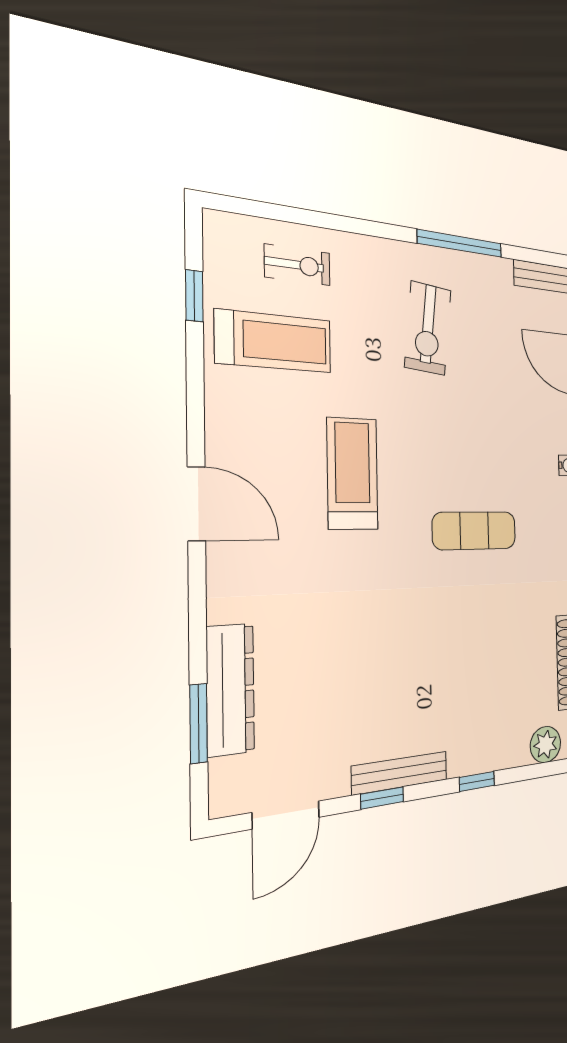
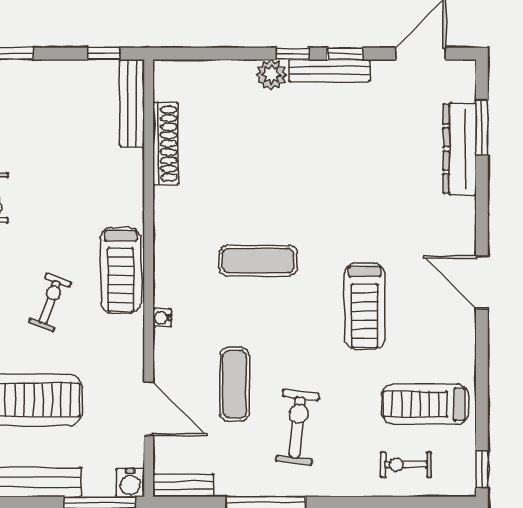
window: (194, 296) -> (482, 470), moved
exercise mat: (495, 386) -> (235, 384), added
plant: (545, 745) -> (271, 75), moved
window: (477, 781) -> (293, 54), moved

